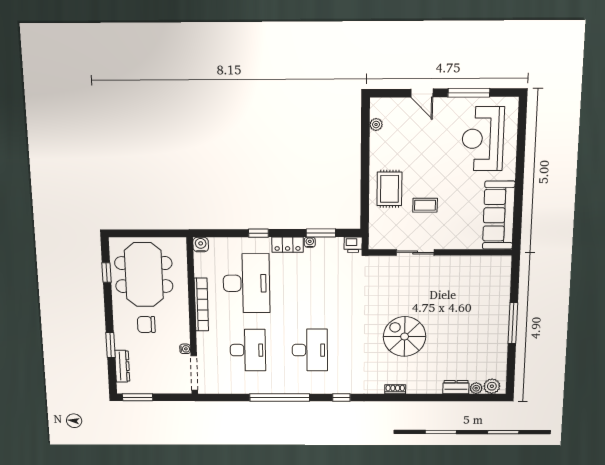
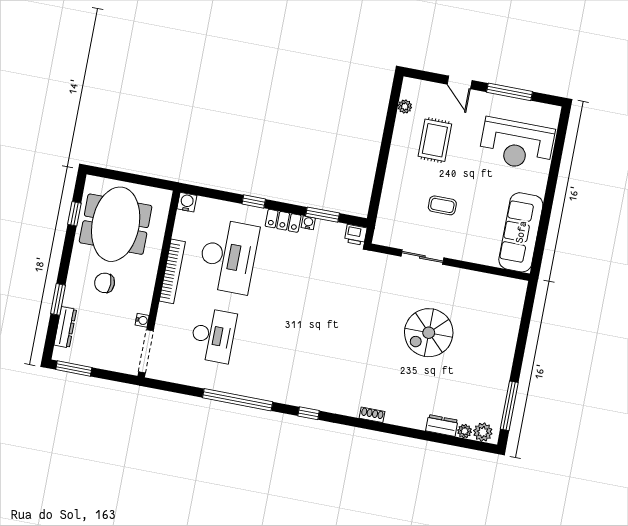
reception desk: (483, 139) -> (517, 144), turned -90
rug: (389, 189) -> (435, 140), moved
window: (513, 323) -> (509, 406), moved
spiral stairs: (405, 337) -> (429, 333), moved, turned -90
desk: (310, 350) -> (284, 349), removed

